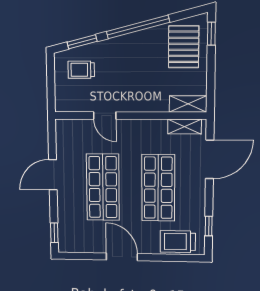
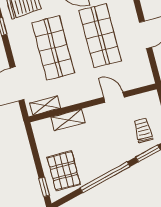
trolley: (81, 70) -> (143, 130), turned -90
shelving: (188, 104) -> (68, 120), moved

